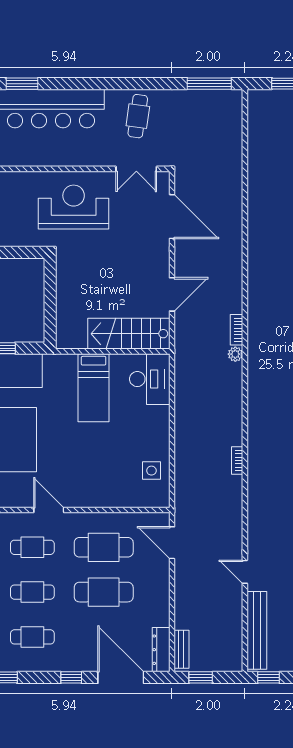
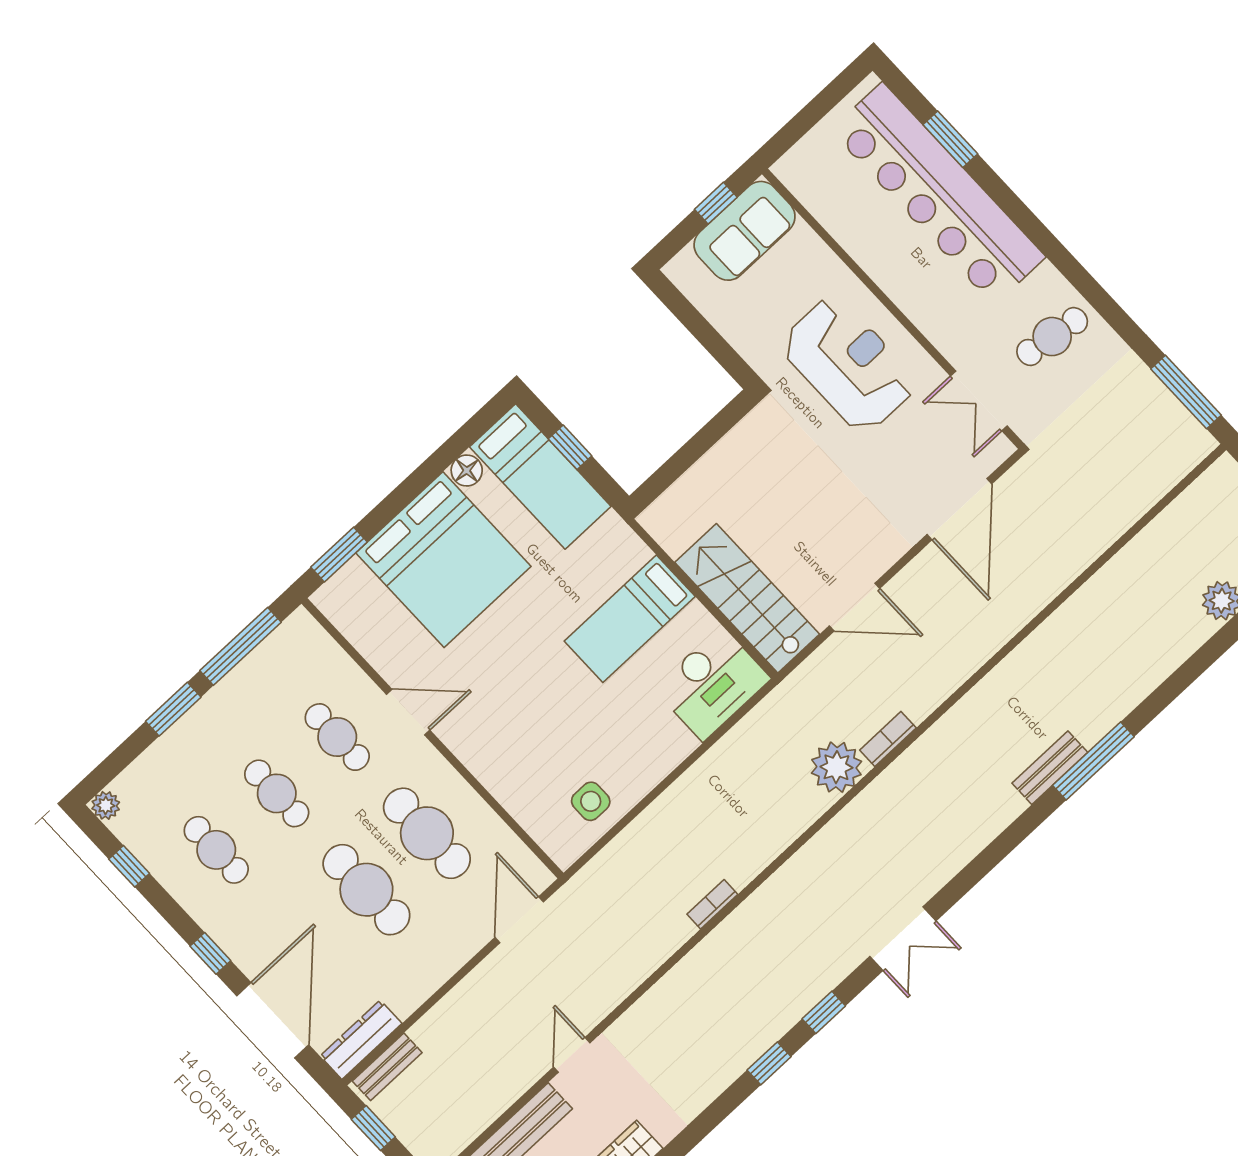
plant: (235, 354) -> (836, 767), width x1.88, depth x1.88
door: (49, 510) -> (408, 712), hinge flipped

